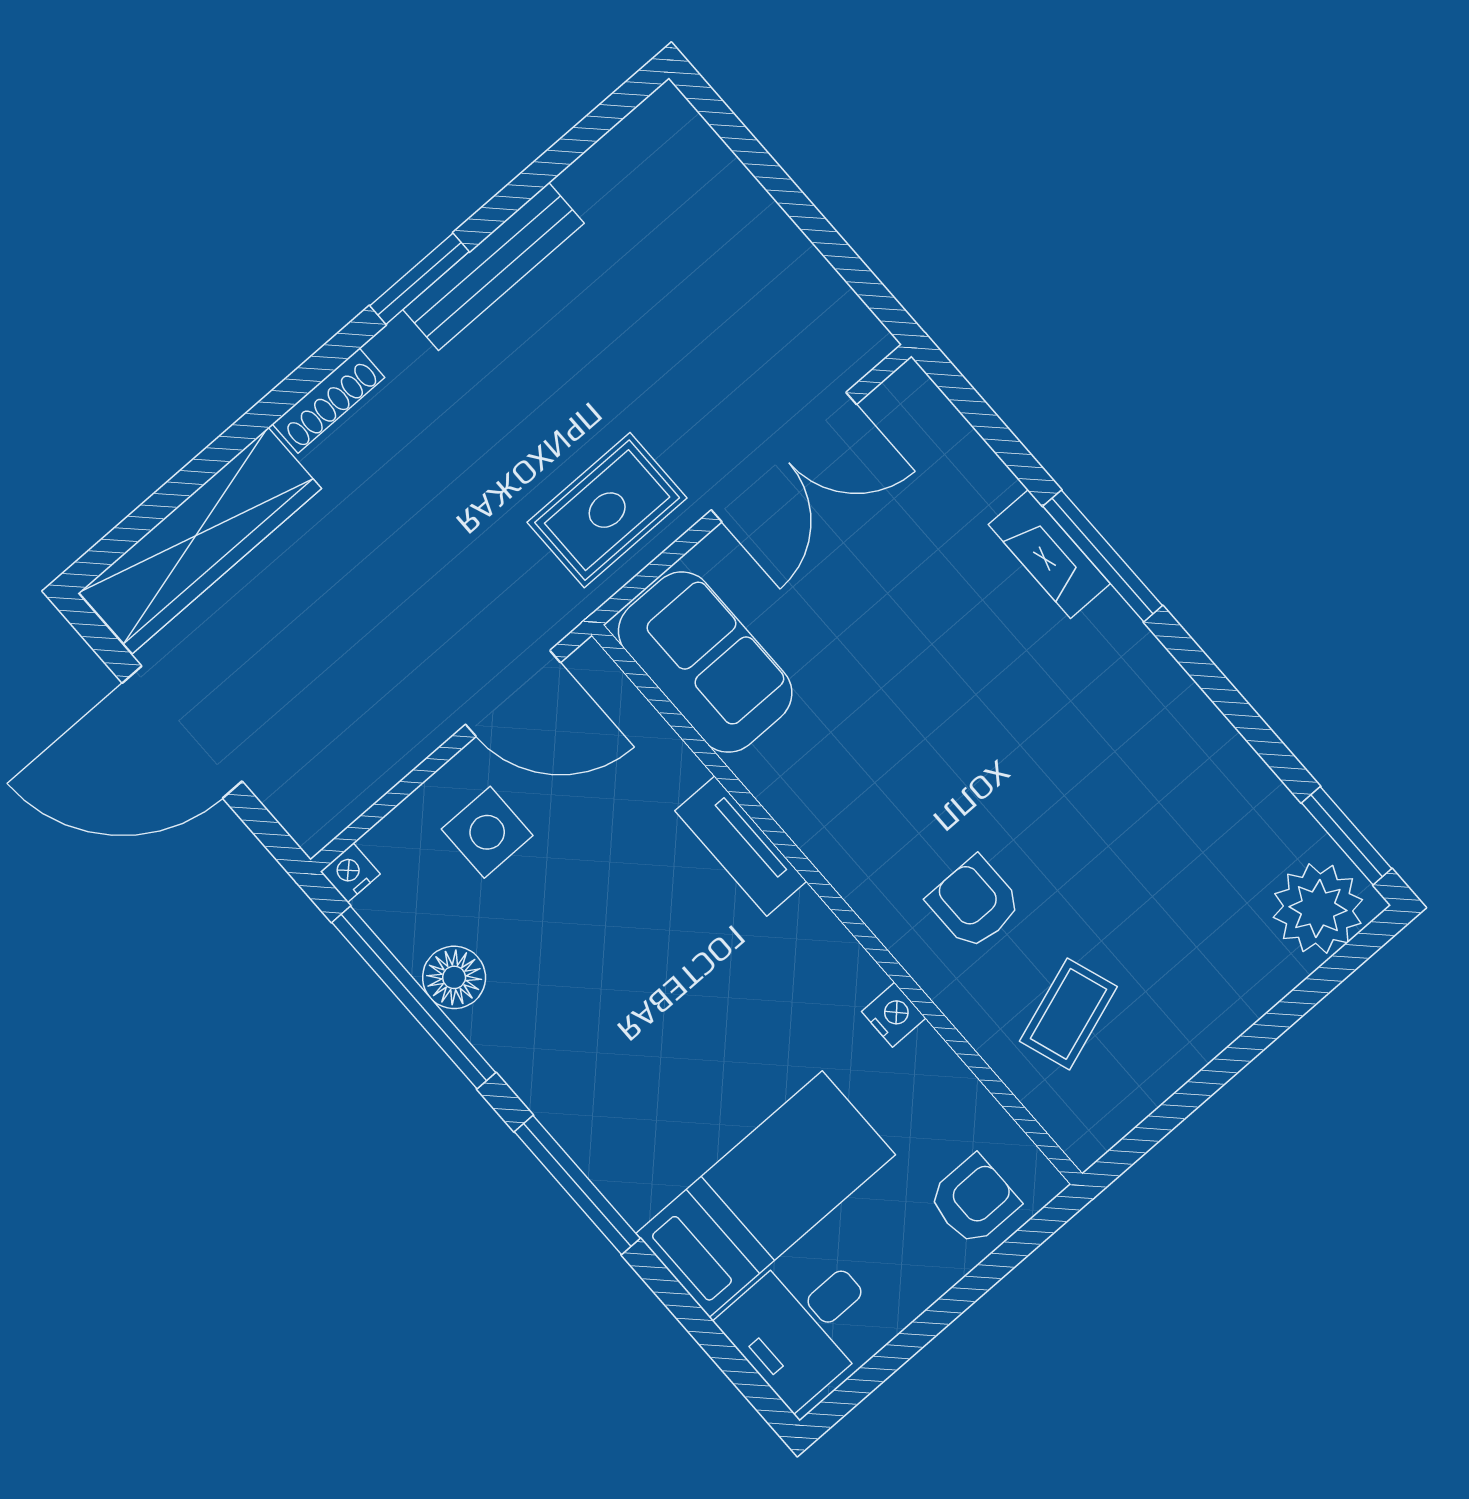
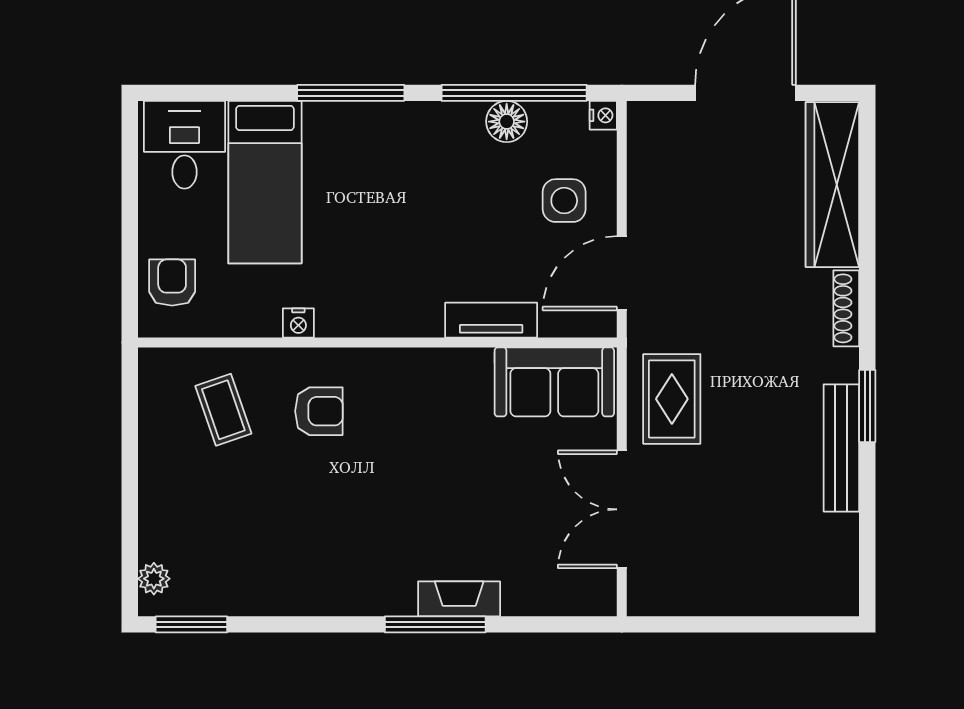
tv unit: (741, 846) -> (491, 320), moved
plant: (1318, 909) -> (154, 579), width x0.53, depth x0.53
armchair: (974, 1200) -> (172, 283), turned 180

